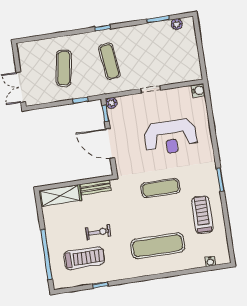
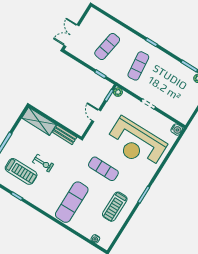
reception desk: (171, 137) -> (136, 143), width x1.36, depth x1.30
door: (110, 143) -> (96, 116), width x0.53
treadmill: (202, 215) -> (115, 207), turned 180
exercise mat: (158, 246) -> (72, 202), turned 90

